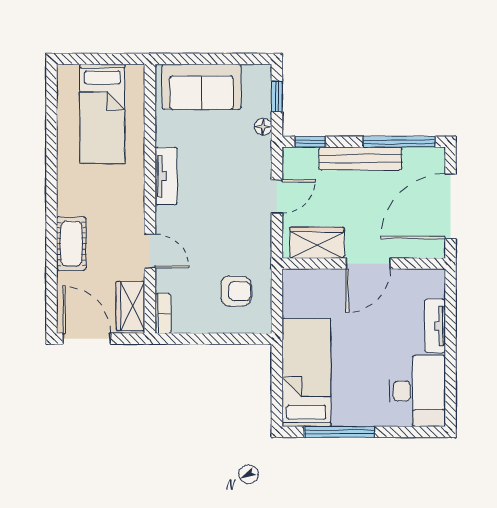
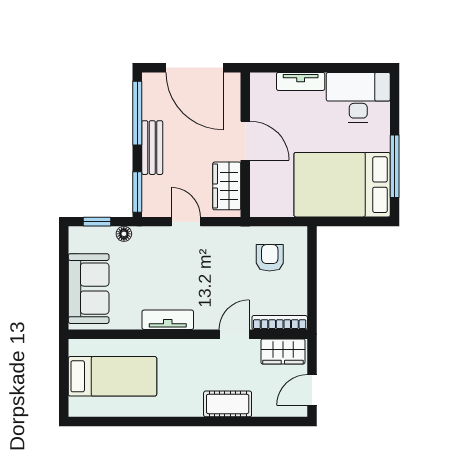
window: (310, 142) -> (137, 192), width x1.50
bench: (360, 159) -> (152, 148), width x0.73
bookcase: (163, 313) -> (280, 322), width x1.56
door: (87, 339) -> (312, 390), width x0.73
bed: (306, 373) -> (342, 185), width x1.50

